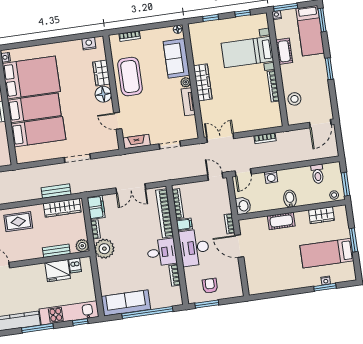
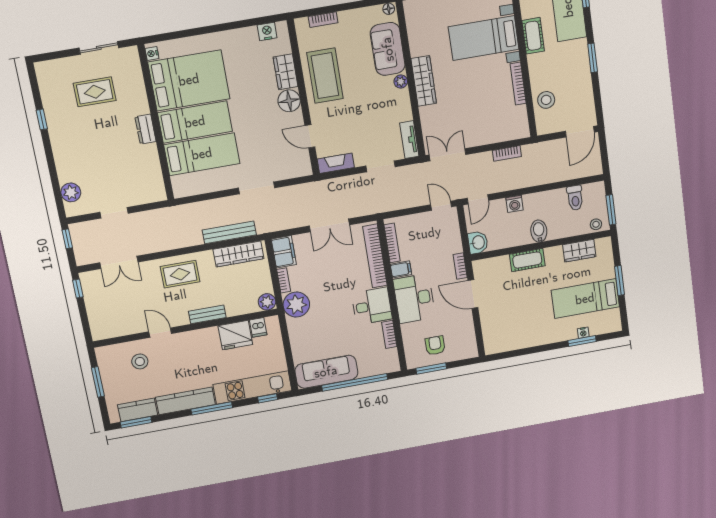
tv unit: (188, 102) -> (409, 140), moved
bench: (56, 191) -> (229, 232), width x1.36
bench: (56, 251) -> (207, 314), moved

